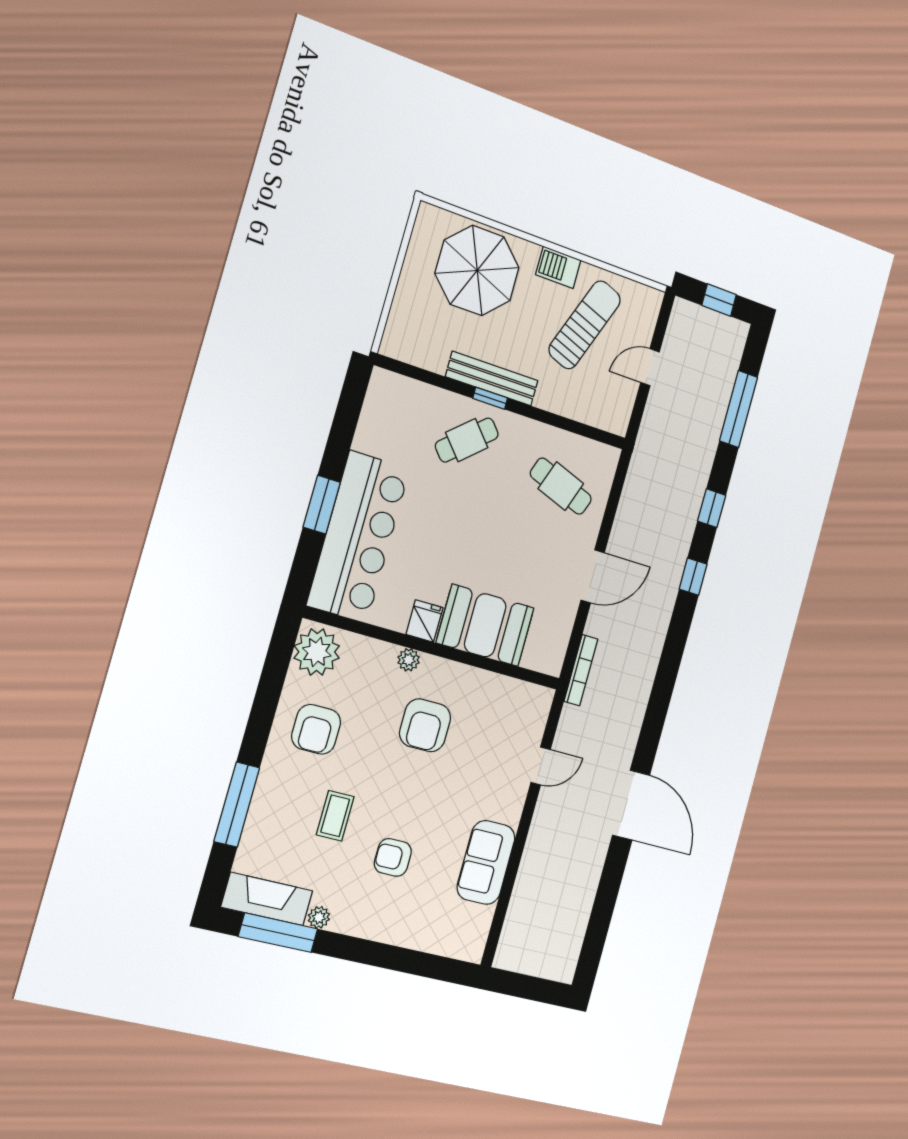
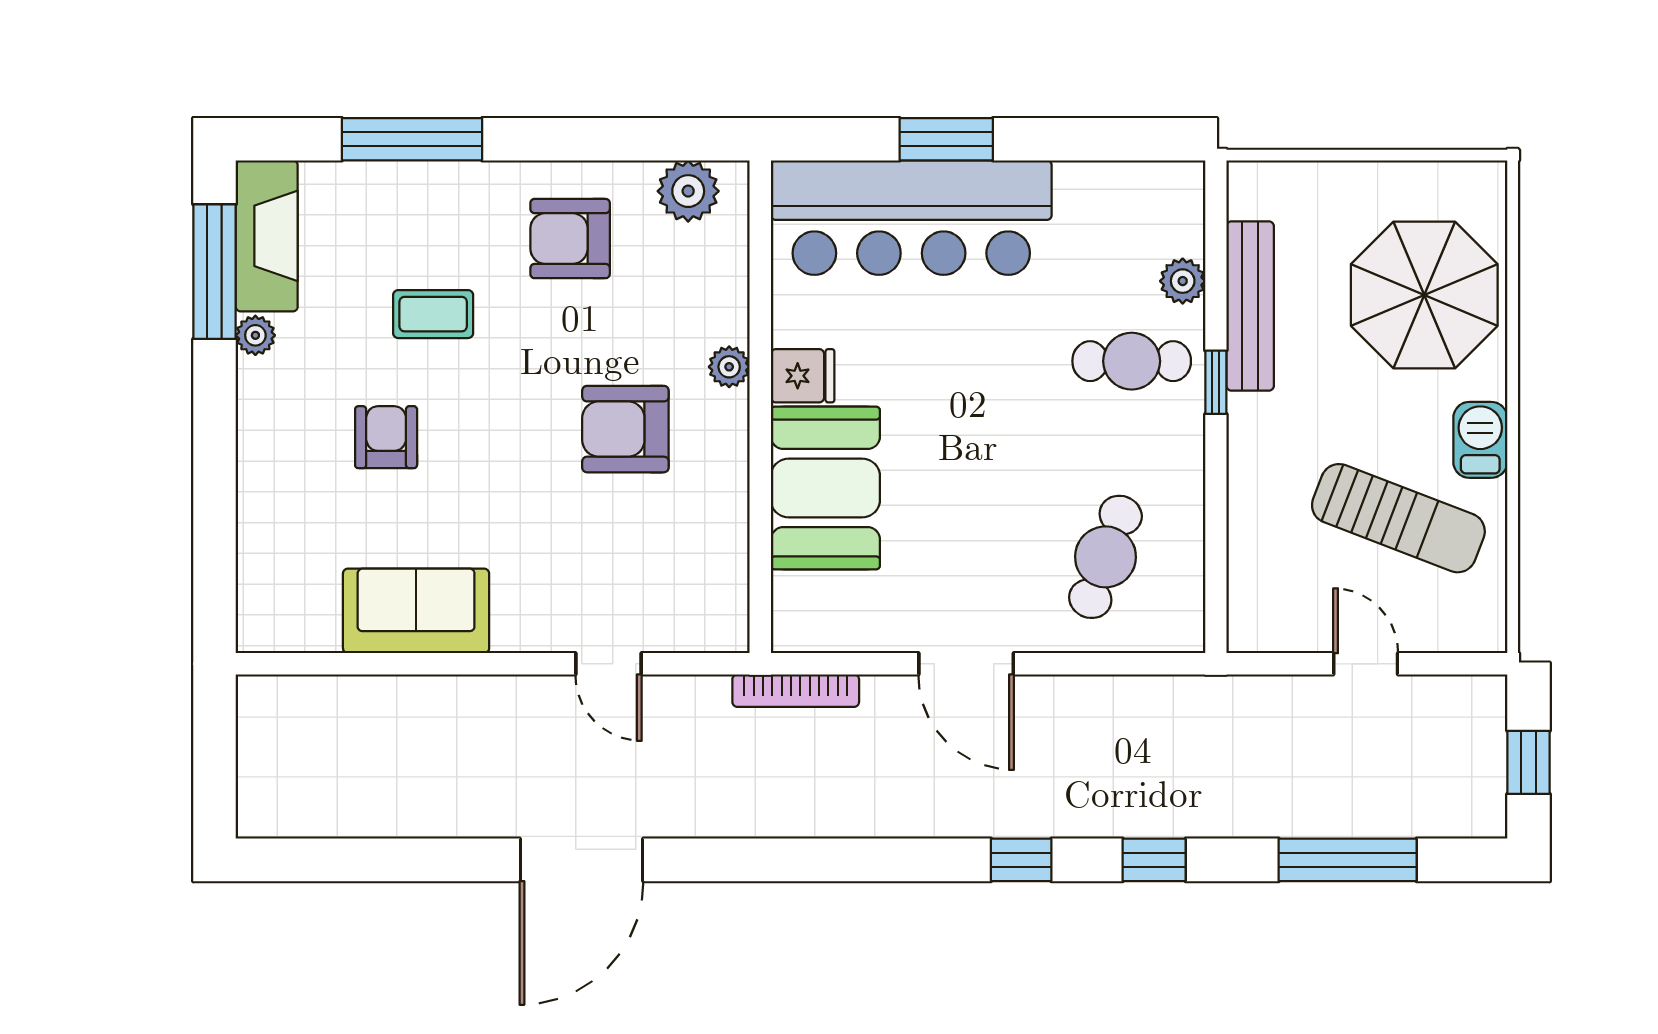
bench: (492, 379) -> (1250, 306), moved
plant: (433, 399) -> (1183, 281), added
cafe table: (467, 440) -> (1132, 361), turned -49
plant: (317, 652) -> (688, 191), width x0.73, depth x0.73

